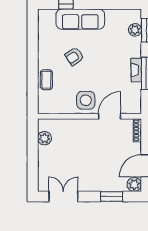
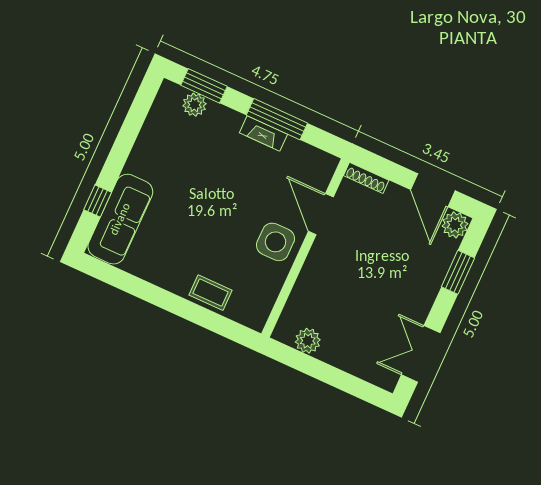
sofa: (80, 19) -> (120, 219), moved
armchair: (74, 56) -> (193, 228), removed

